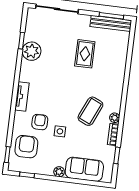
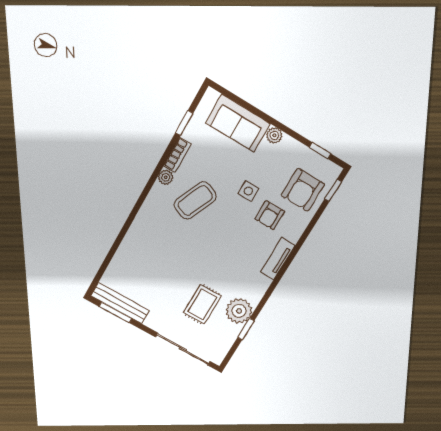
rug: (85, 54) -> (202, 304), moved

